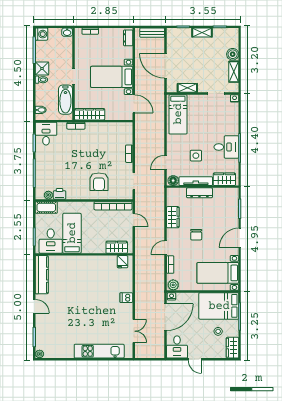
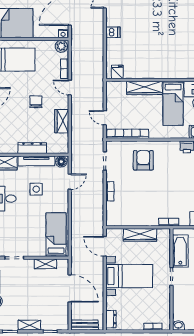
wardrobe: (90, 114) -> (140, 235), moved
wardrobe: (117, 247) -> (145, 88), moved, width x1.50
door: (166, 248) -> (70, 88), swing flipped

